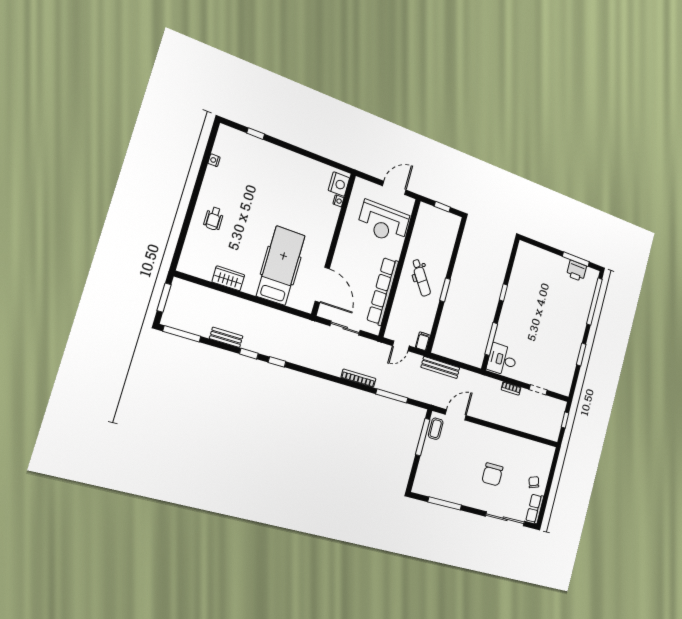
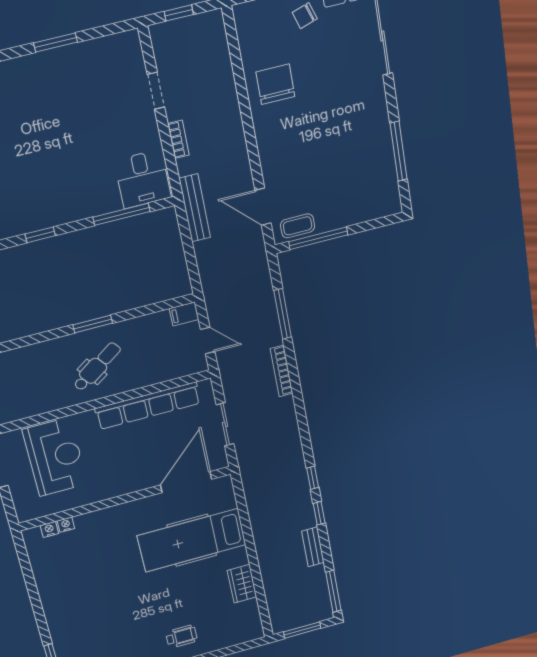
nightstand: (339, 184) -> (49, 529), width x0.53, depth x0.56
bench: (440, 368) -> (195, 208), moved
chair: (492, 474) -> (275, 84), moved, turned -90

